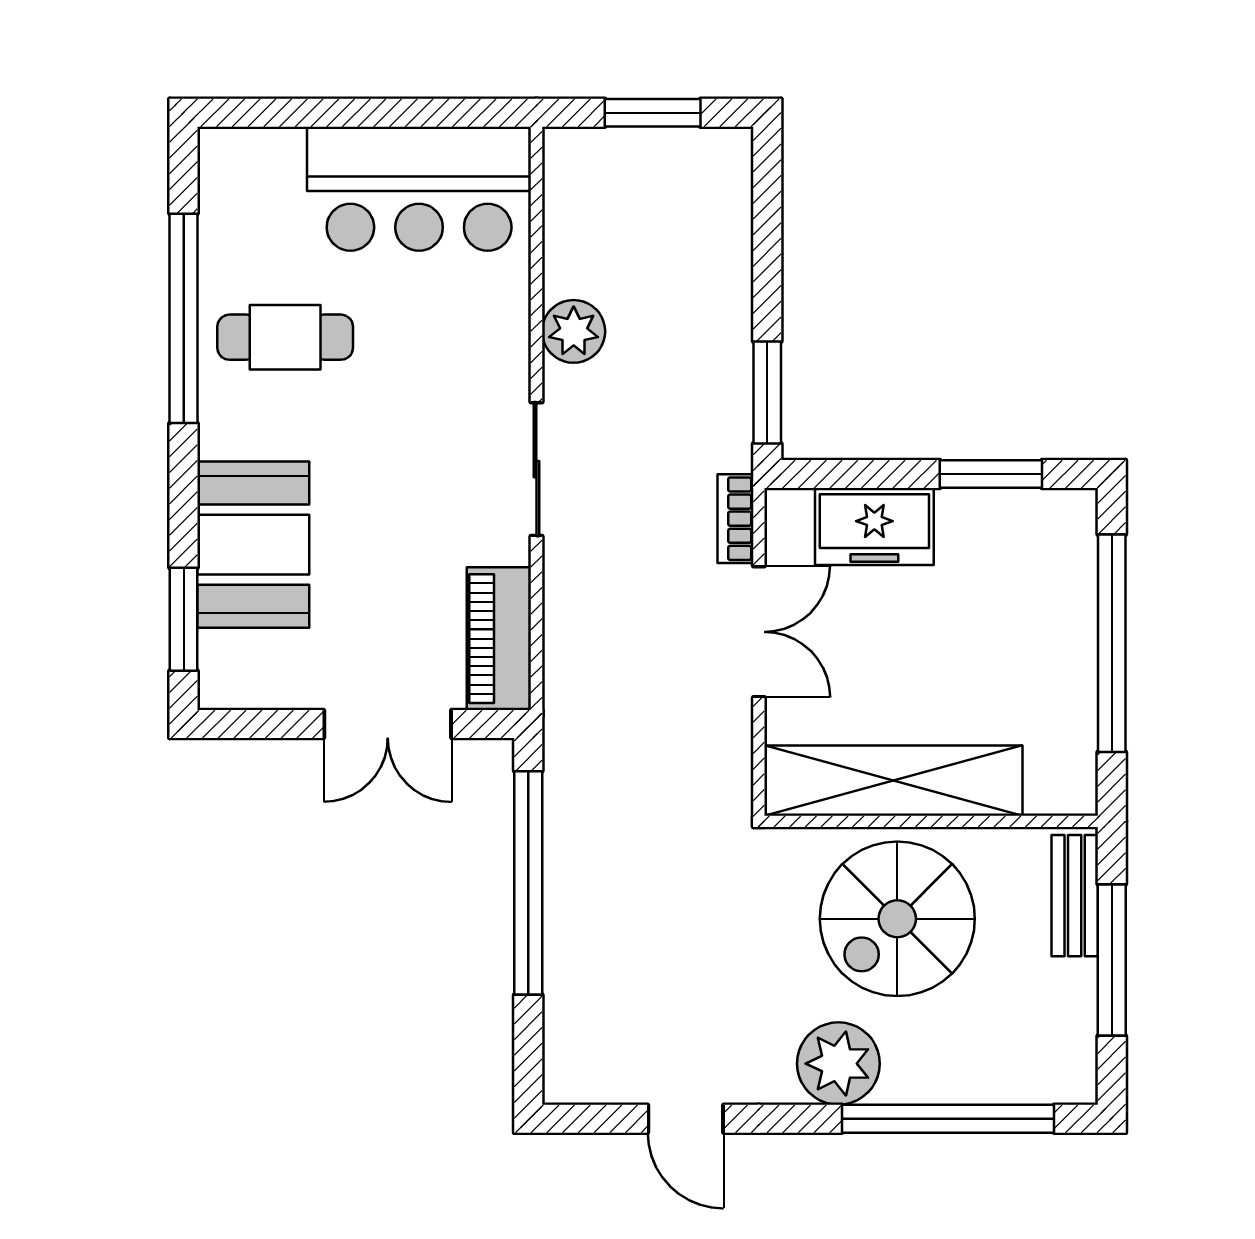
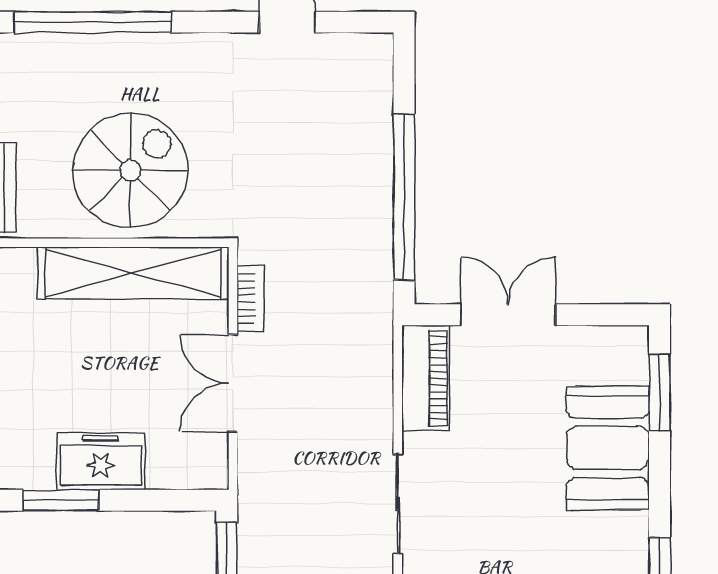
bookcase: (735, 519) -> (250, 299), moved
freezer: (874, 526) -> (101, 461), moved
plant: (838, 1064) -> (174, 63), removed

